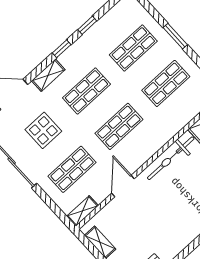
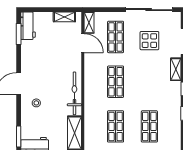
shop shelf: (86, 91) -> (149, 82), removed
door: (123, 186) -> (83, 43), moved

